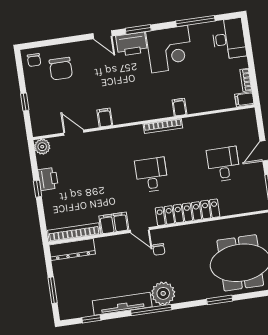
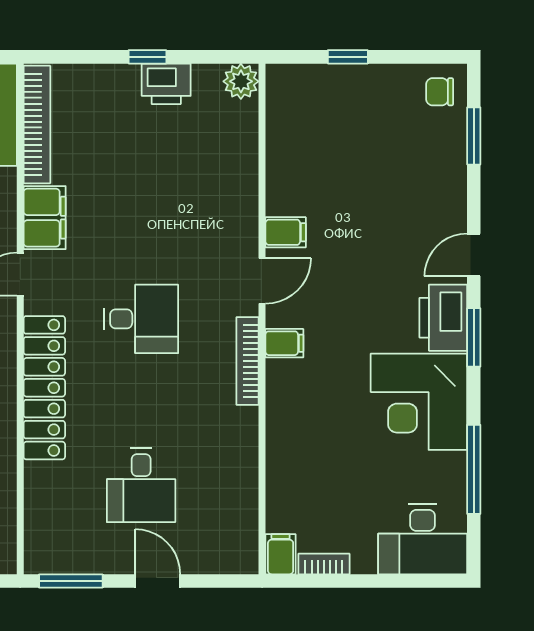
window: (51, 42) -> (474, 136), added
chair: (61, 69) -> (411, 149), removed
filing cabinet: (179, 107) -> (284, 343), moved
door: (74, 133) -> (262, 281), moved
desk: (223, 164) -> (141, 485), turned 90

